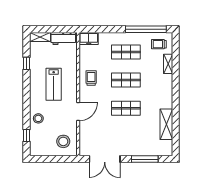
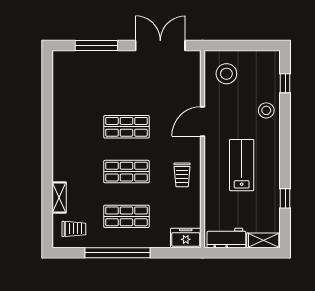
window: (146, 29) -> (117, 253), moved
shelving: (166, 124) -> (62, 101), removed

